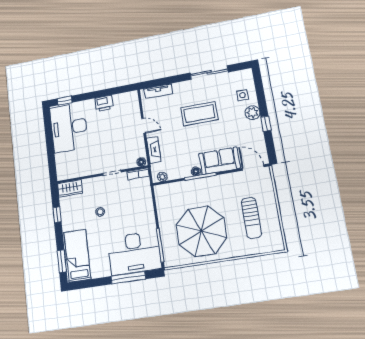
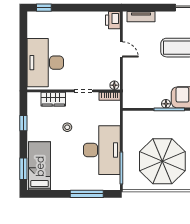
printer: (104, 103) -> (113, 20), moved, turned 90
desk: (69, 128) -> (45, 63), moved
fireplace: (154, 150) -> (128, 75), removed
plant: (162, 177) -> (133, 103), removed
wardrobe: (70, 188) -> (53, 99), moved
desk: (134, 253) -> (102, 150), moved, turned -90

